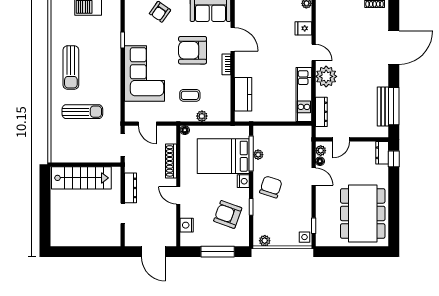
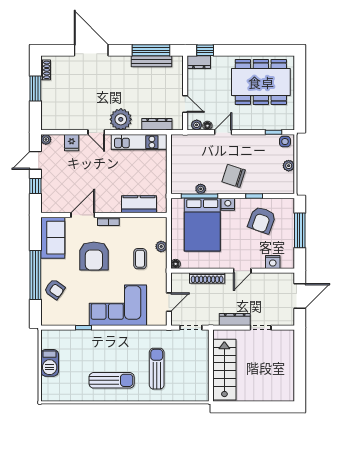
door: (314, 52) -> (96, 132), swing flipped
plant: (265, 241) -> (289, 166), moved

